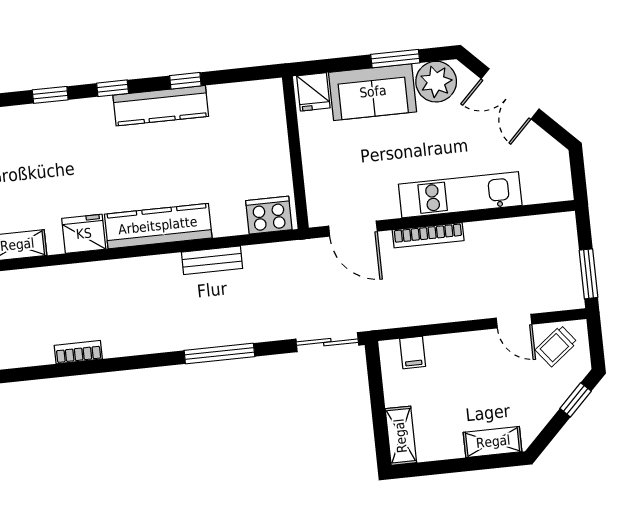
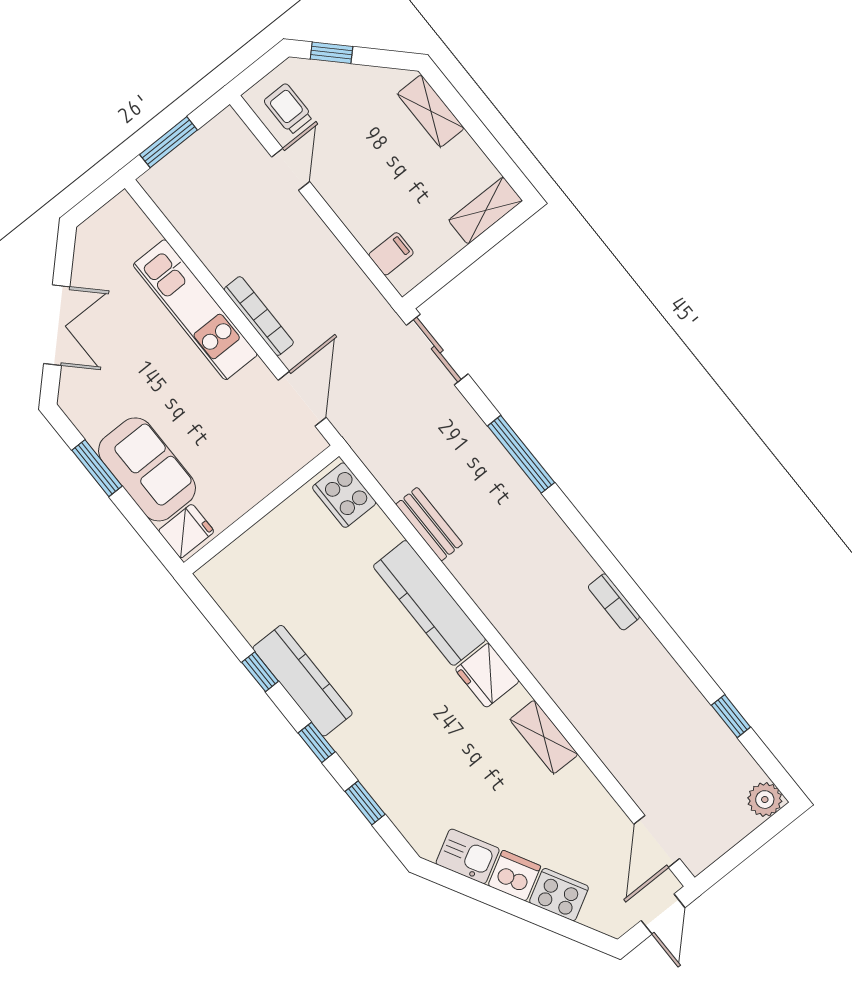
plant: (436, 82) -> (94, 410), removed
window: (588, 274) -> (168, 142), moved
trolley: (556, 346) -> (288, 109), turned -142

